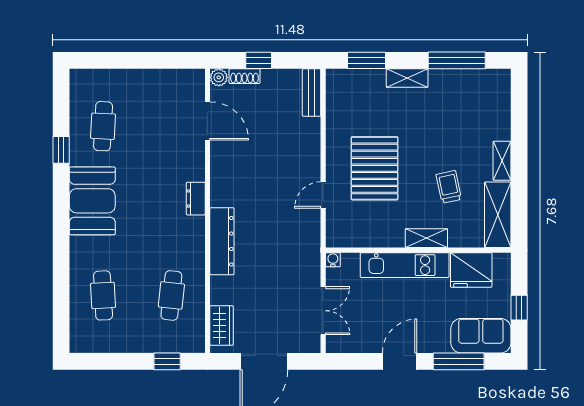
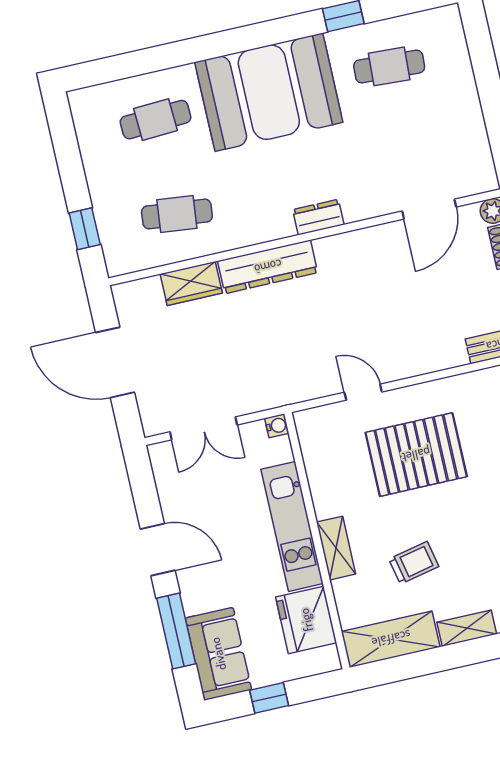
booth: (92, 201) -> (269, 92), width x1.36, depth x1.42
wardrobe: (222, 326) -> (191, 284), moved

